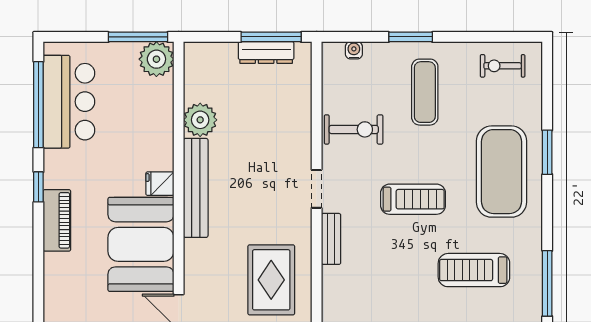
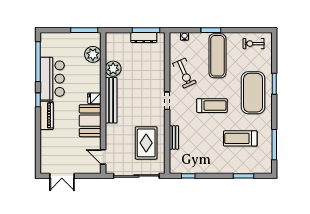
plant: (156, 59) -> (93, 54), moved
exercise mat: (425, 92) -> (217, 56), width x1.36, depth x1.45
bar counter: (69, 102) -> (52, 79), moved
exercise bike: (354, 129) -> (184, 73), turned 66
bench: (331, 239) -> (174, 137), moved
booth: (141, 244) -> (90, 121), width x0.73, depth x0.70

